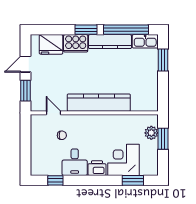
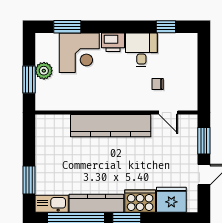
plant: (151, 133) -> (44, 71), moved

